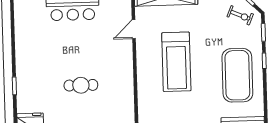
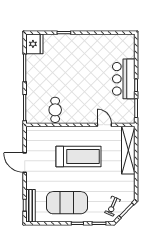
treadmill: (176, 62) -> (79, 157), turned 180
cafe table: (81, 85) -> (55, 110), moved

